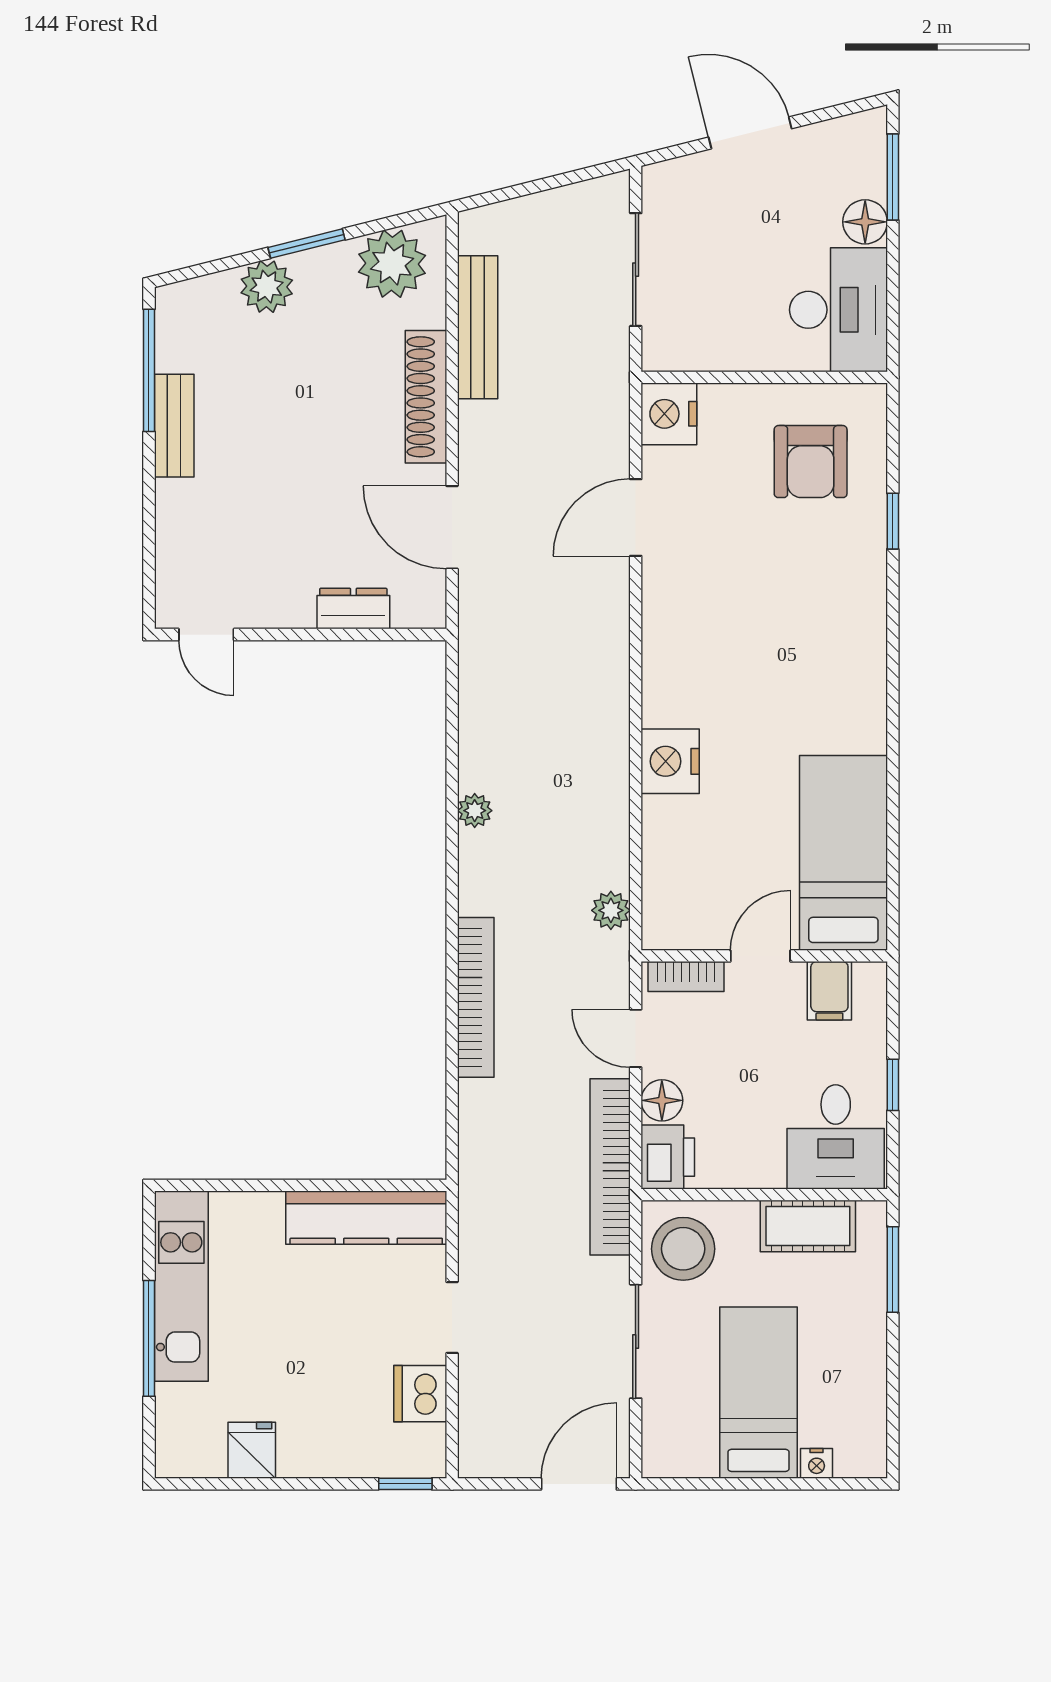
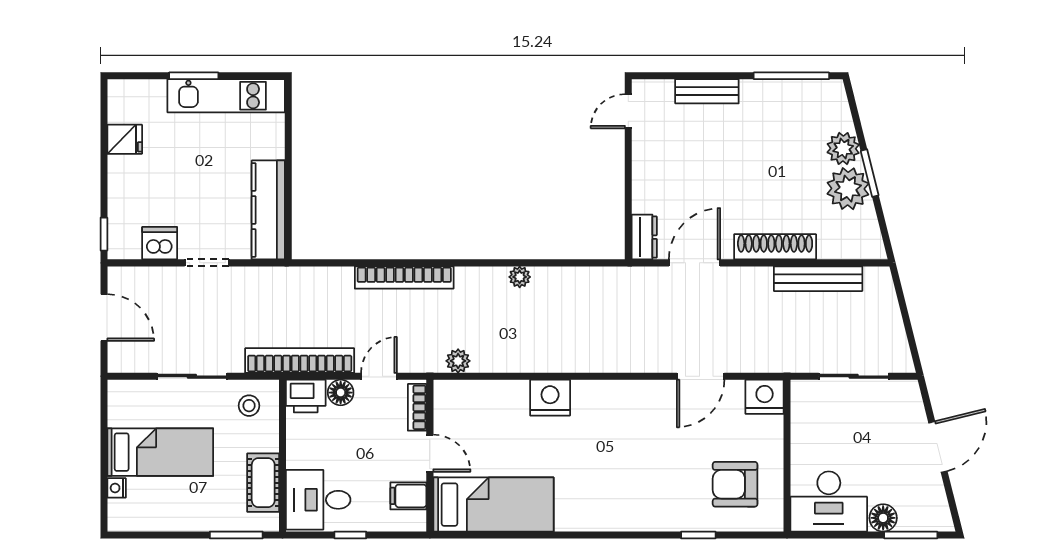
plant: (392, 264) -> (848, 189), moved
bench: (174, 426) -> (707, 91), moved
door: (636, 517) -> (701, 376), swing flipped
dresser: (353, 609) -> (644, 237), moved
stool: (683, 1249) -> (249, 406), width x0.53, depth x0.53
window: (149, 1338) -> (194, 76), width x0.69
door: (579, 1484) -> (104, 318), moved

